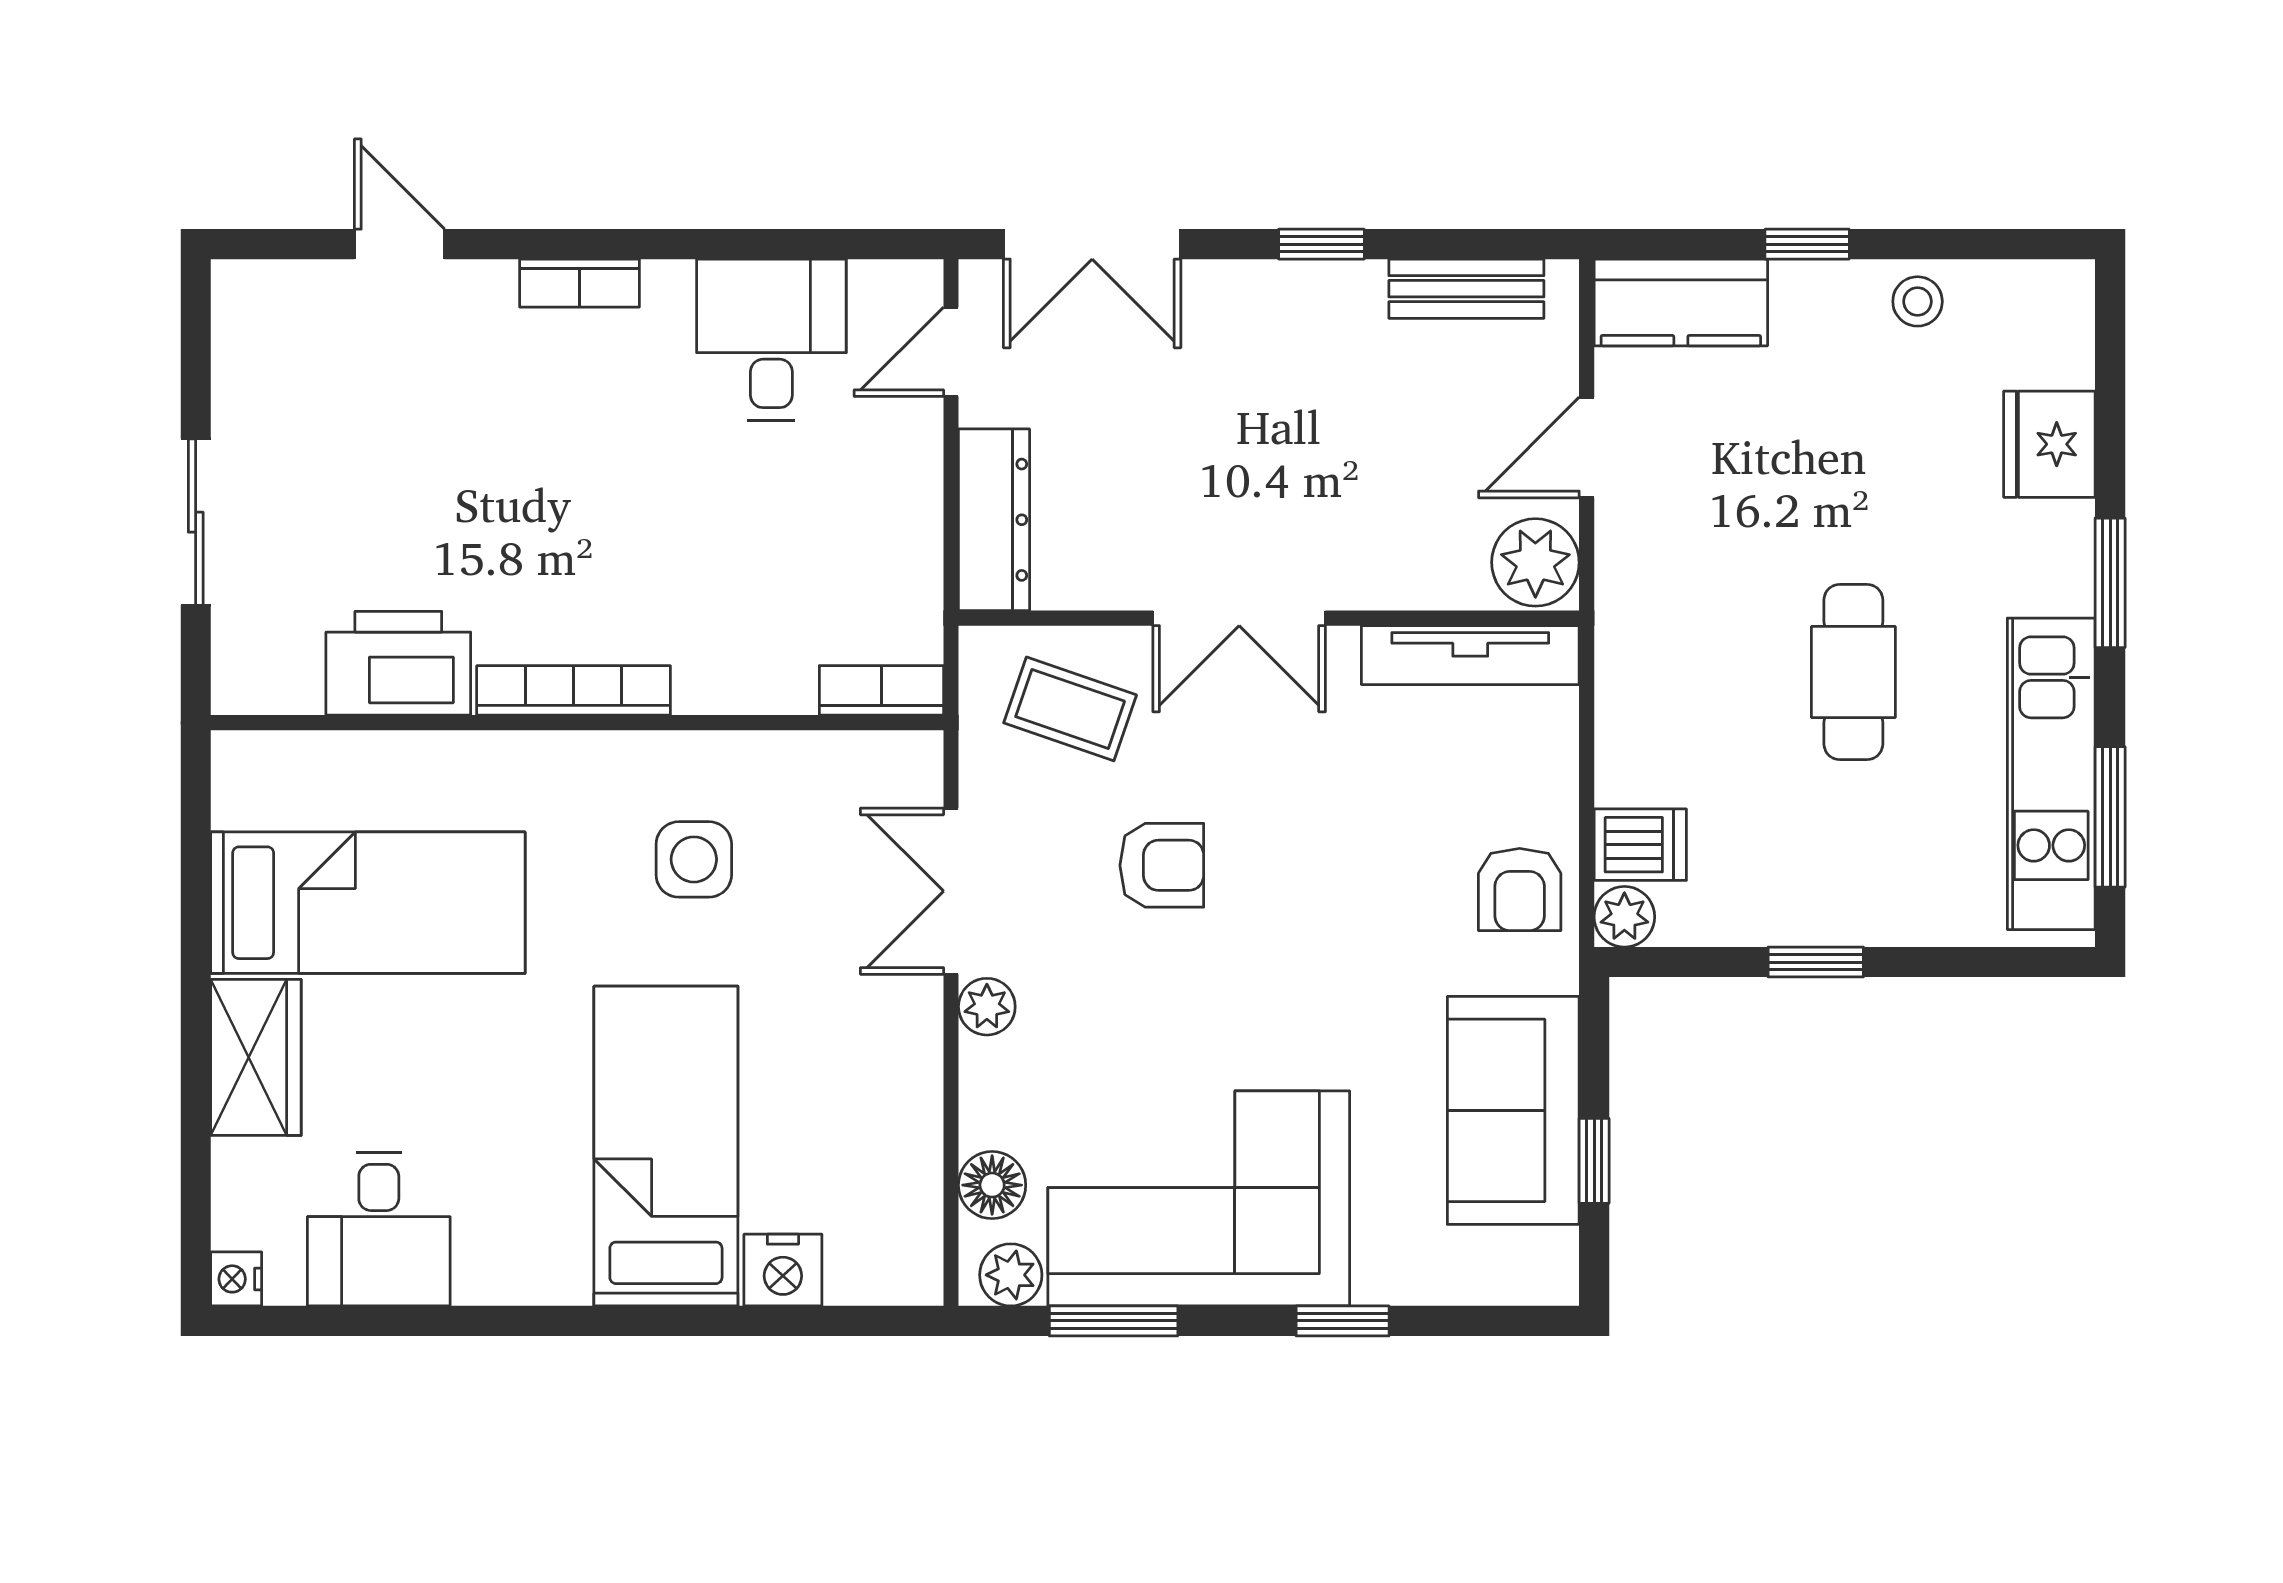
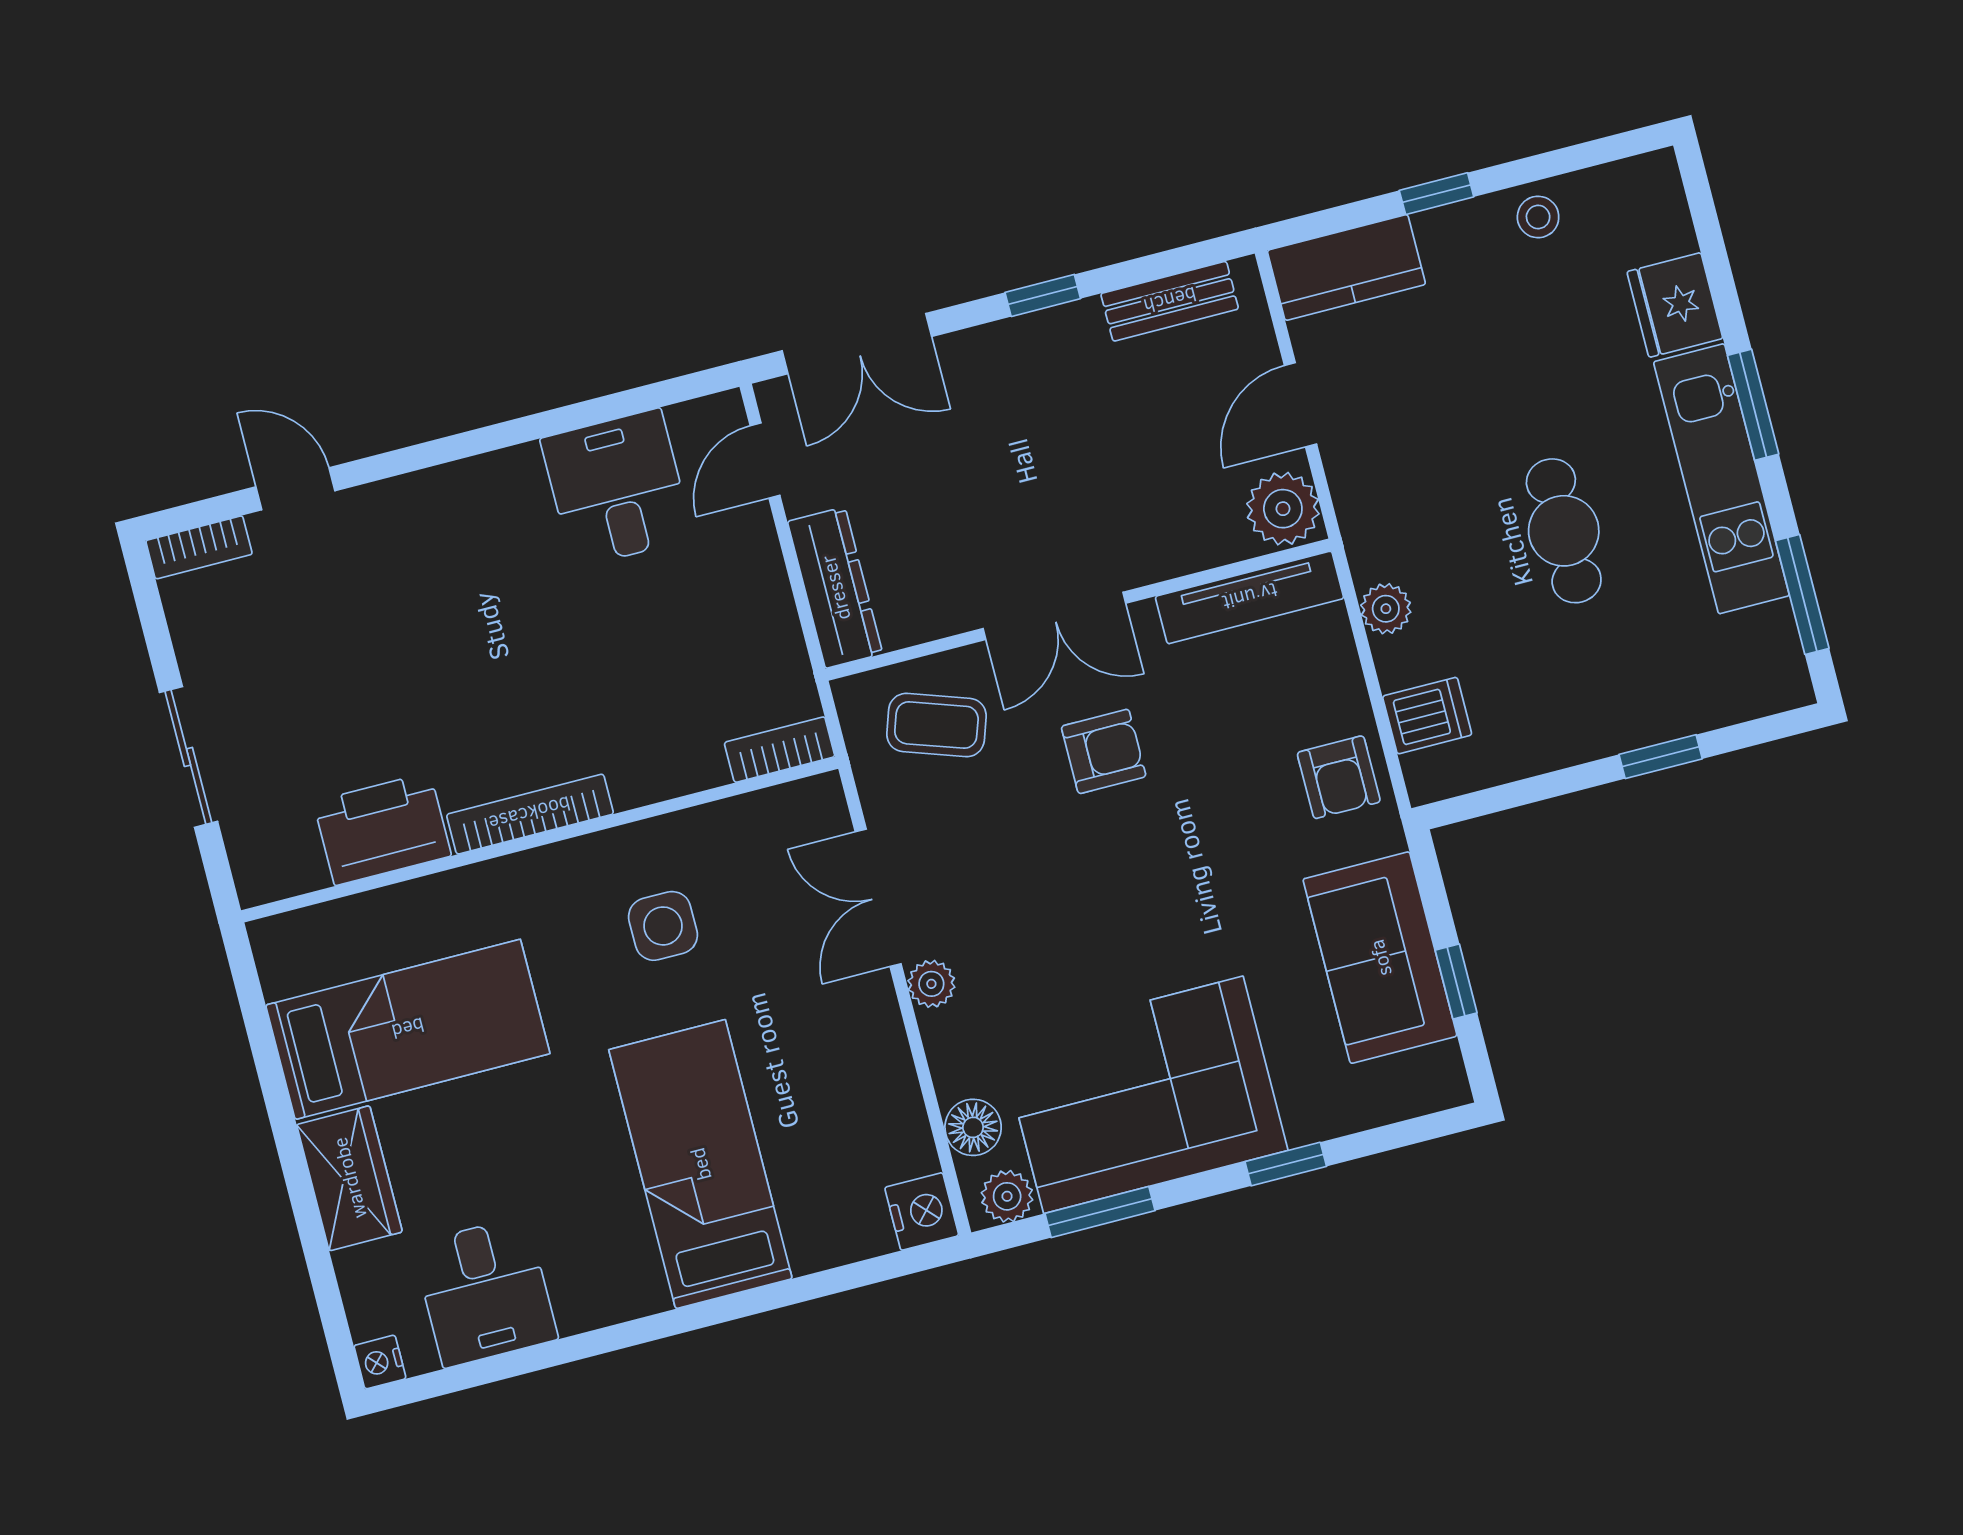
bookcase: (580, 283) -> (199, 547), moved
kitchen unit: (2051, 774) -> (1721, 479), moved
armchair: (1162, 865) -> (1104, 751), moved
plant: (1624, 917) -> (1386, 609), moved
window: (1816, 962) -> (1661, 757), moved
nightstand: (783, 1270) -> (922, 1211), moved, turned -90

